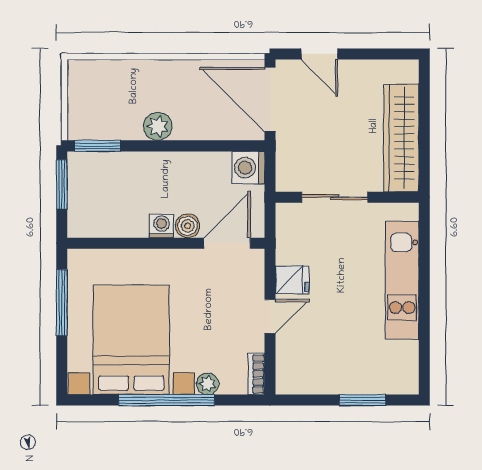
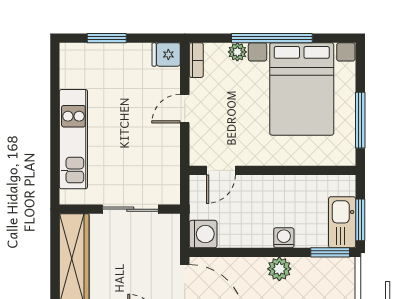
kitchen sink: (83, 182) -> (342, 222), added
washing machine: (162, 226) -> (284, 238), moved, turned 180
boiler: (188, 226) -> (254, 185), removed
door: (227, 243) -> (221, 170), width x0.73
fridge: (292, 280) -> (166, 54), moved

